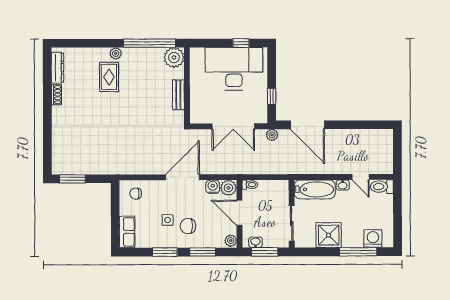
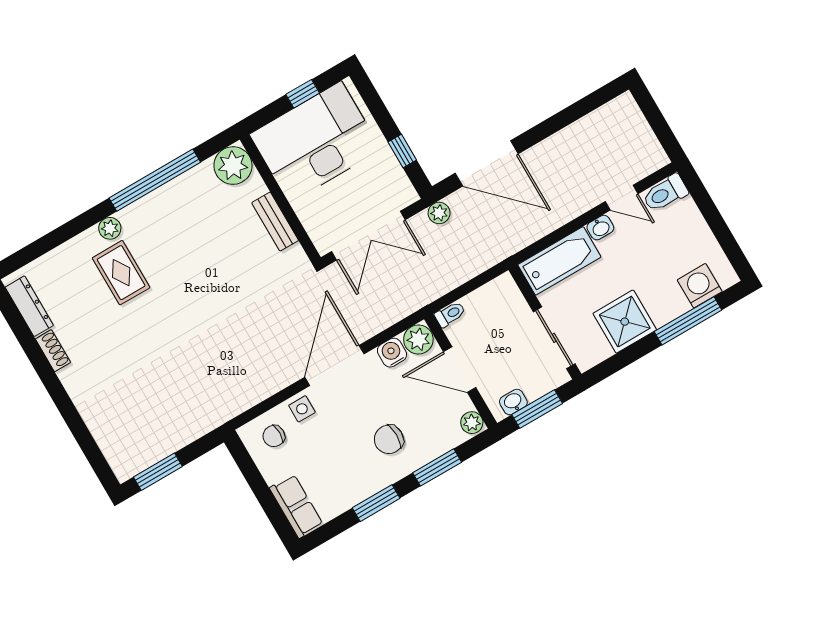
plant: (174, 58) -> (233, 166), moved
wall: (187, 85) -> (280, 198), moved
bench: (178, 95) -> (275, 222), moved
side table: (168, 220) -> (302, 409), moved

